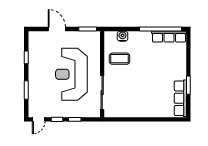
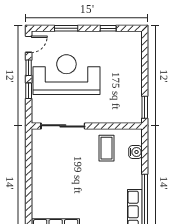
door: (57, 29) -> (145, 68), removed
reception desk: (71, 74) -> (66, 75), moved
door: (39, 119) -> (29, 44), swing flipped

